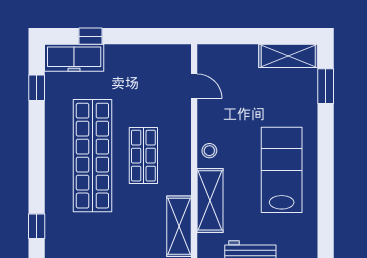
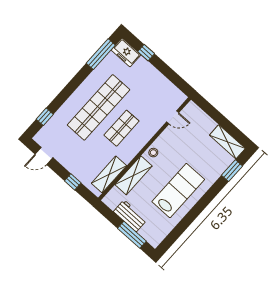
freezer: (74, 58) -> (126, 52), width x0.71
door: (194, 86) -> (173, 117), hinge flipped
window: (37, 88) -> (101, 54), width x2.17

